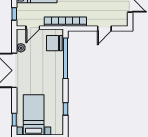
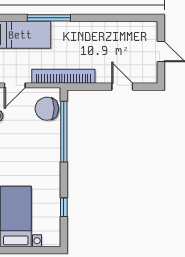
door: (104, 28) -> (122, 87), swing flipped

